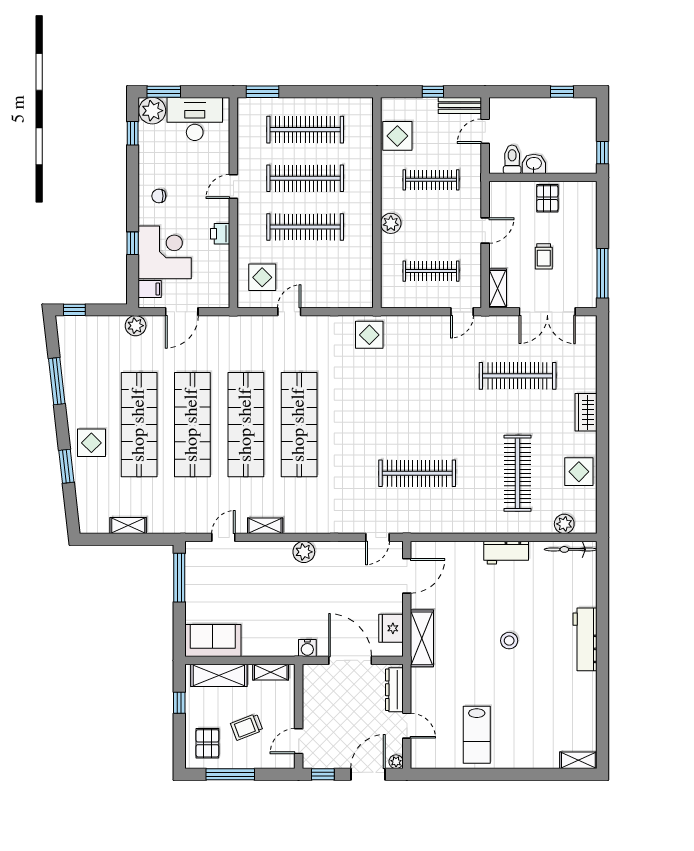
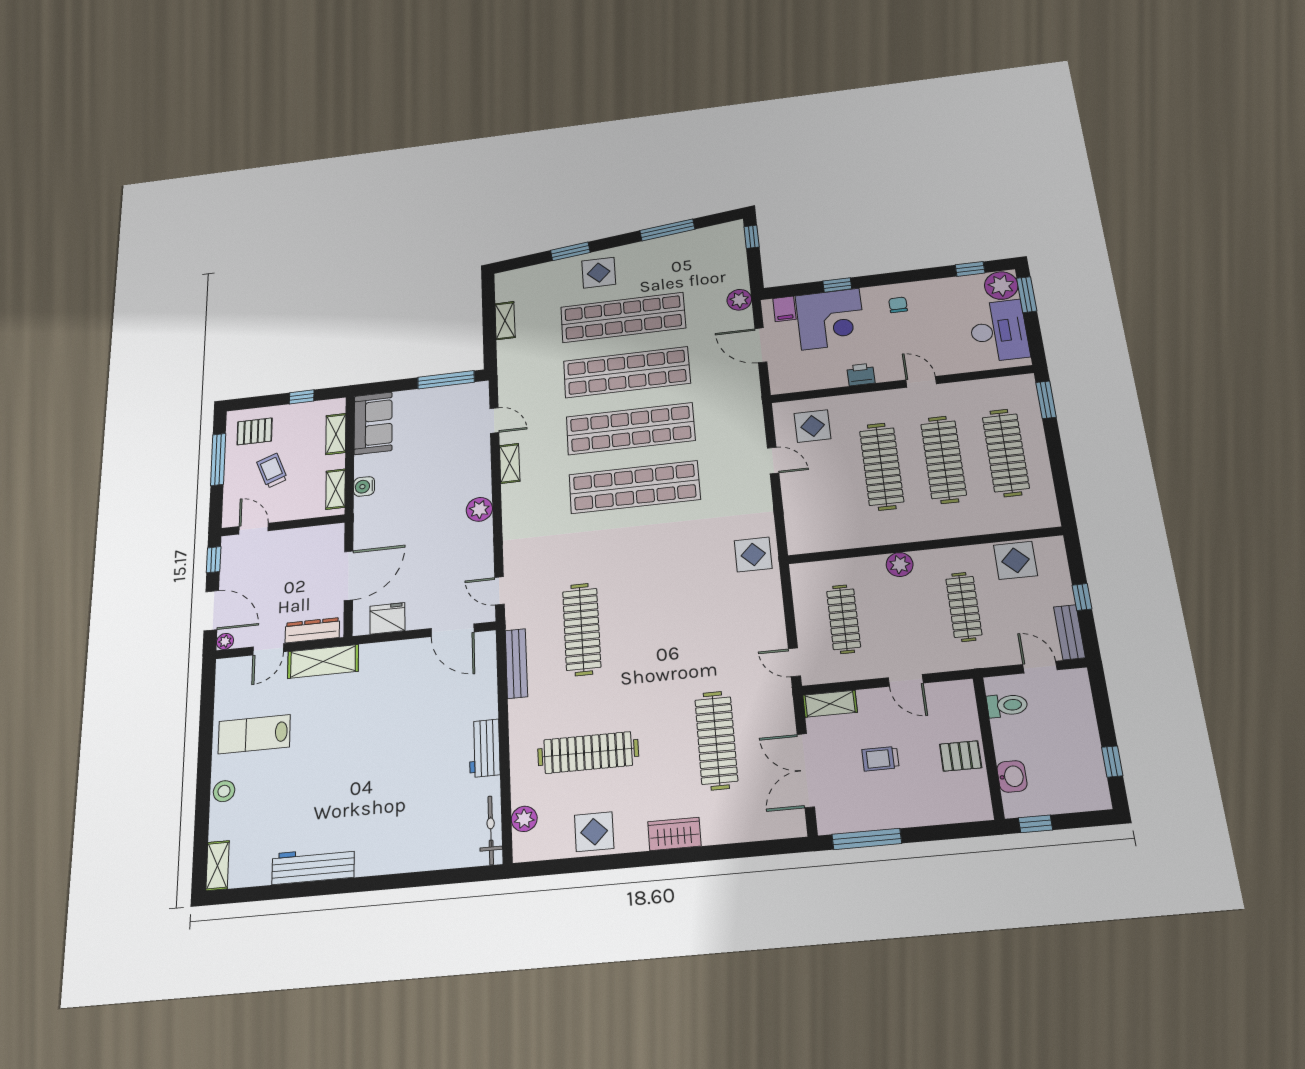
washbasin: (534, 164) -> (1012, 776), moved
bench: (440, 526) -> (516, 663), added
shelving: (422, 638) -> (323, 661), moved
workbench: (585, 639) -> (313, 866), moved
stool: (509, 641) -> (224, 791), moved
water cooler: (307, 648) -> (364, 486), moved
shelving: (219, 675) -> (336, 434), width x0.67, depth x0.75

